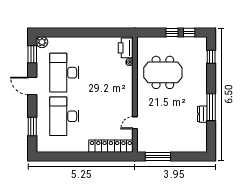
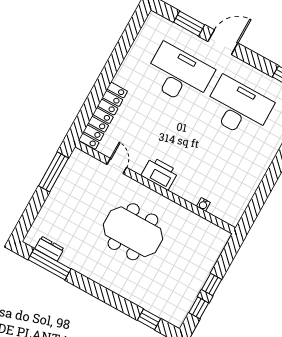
printer: (126, 48) -> (160, 173), moved
meeting table: (163, 72) -> (133, 232), moved, turned 90
door: (32, 86) -> (223, 42), moved
window: (211, 107) -> (49, 264), moved
dresser: (202, 114) -> (49, 249), moved

